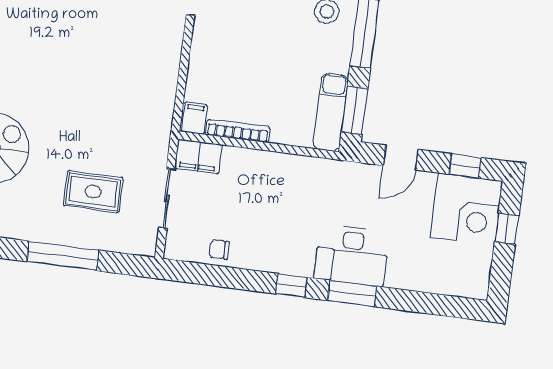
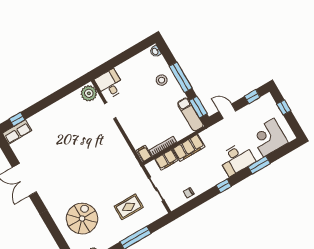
filing cabinet: (198, 156) -> (166, 160), moved
door: (401, 158) -> (227, 111), swing flipped
filing cabinet: (282, 169) -> (189, 148), added
corner desk: (466, 209) -> (269, 138), moved, turned 180
window: (352, 293) -> (259, 165), moved

